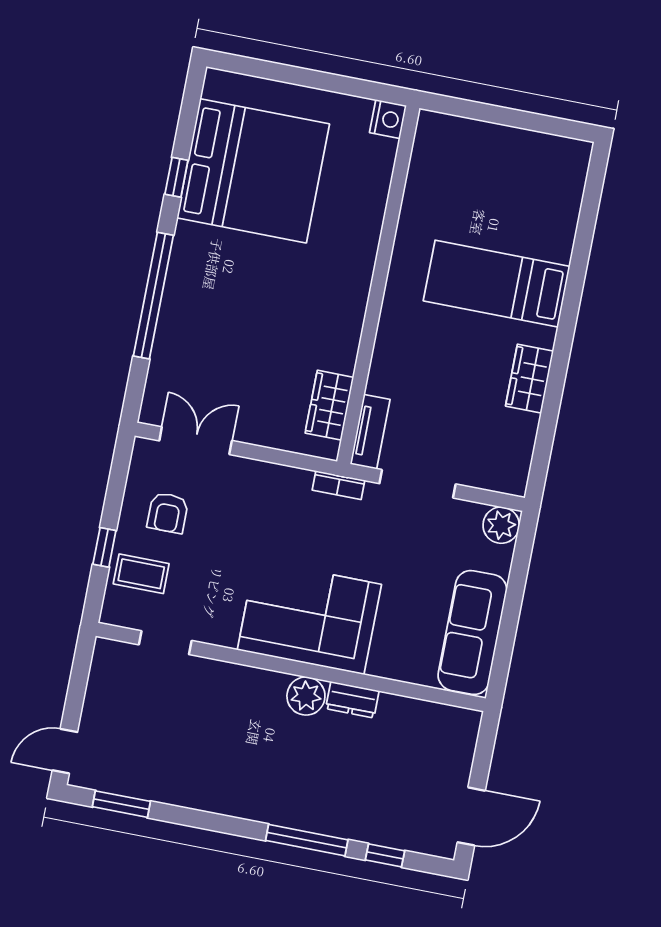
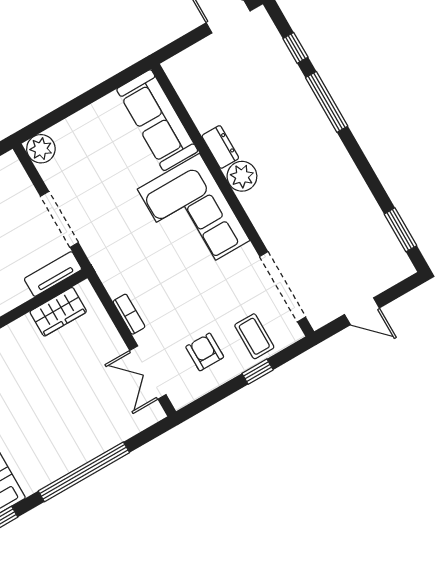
bookcase: (338, 485) -> (129, 314), moved
armchair: (168, 513) -> (205, 352), turned -90
sofa: (472, 632) -> (157, 120), moved, turned 90
doorway: (165, 643) -> (283, 287), width x1.88
door: (65, 751) -> (362, 311), moved

